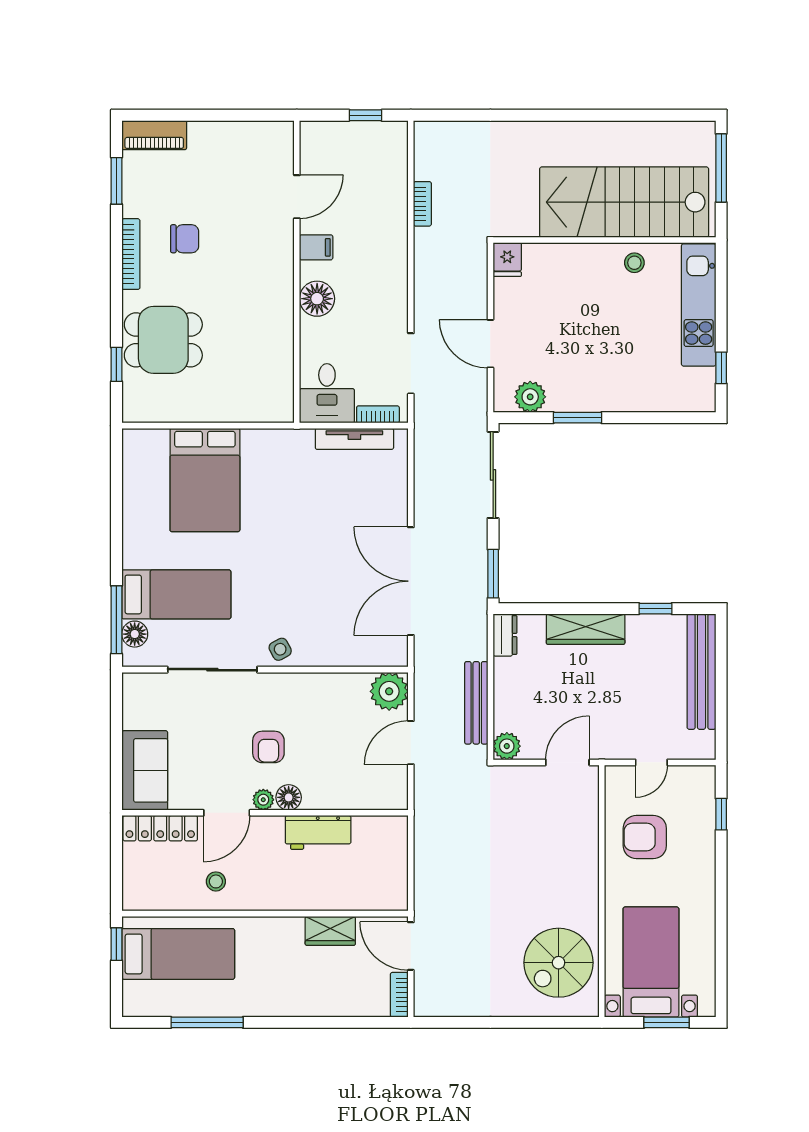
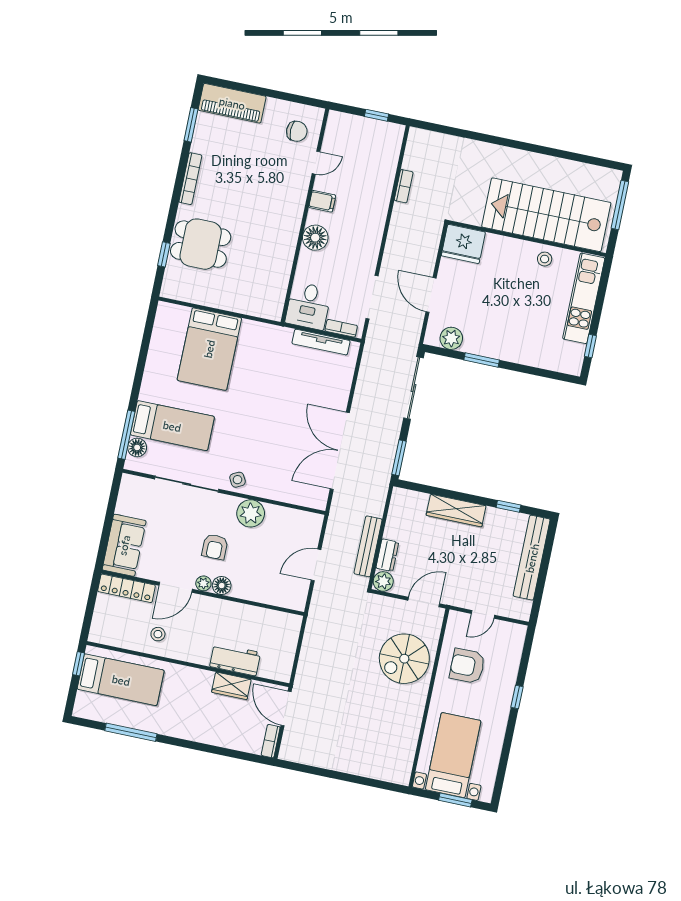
piano: (154, 135) -> (232, 103), width x1.37, depth x1.33
door: (297, 197) -> (316, 163), width x0.73
chair: (185, 239) -> (297, 131), moved
fridge: (507, 260) -> (463, 244), width x1.88, depth x1.34
dresser: (505, 635) -> (387, 555), moved
plant: (389, 691) -> (251, 513), moved
window: (721, 814) -> (517, 697), moved
workbench: (318, 832) -> (235, 659), moved, turned 180
spiral stairs: (559, 963) -> (404, 659), moved

